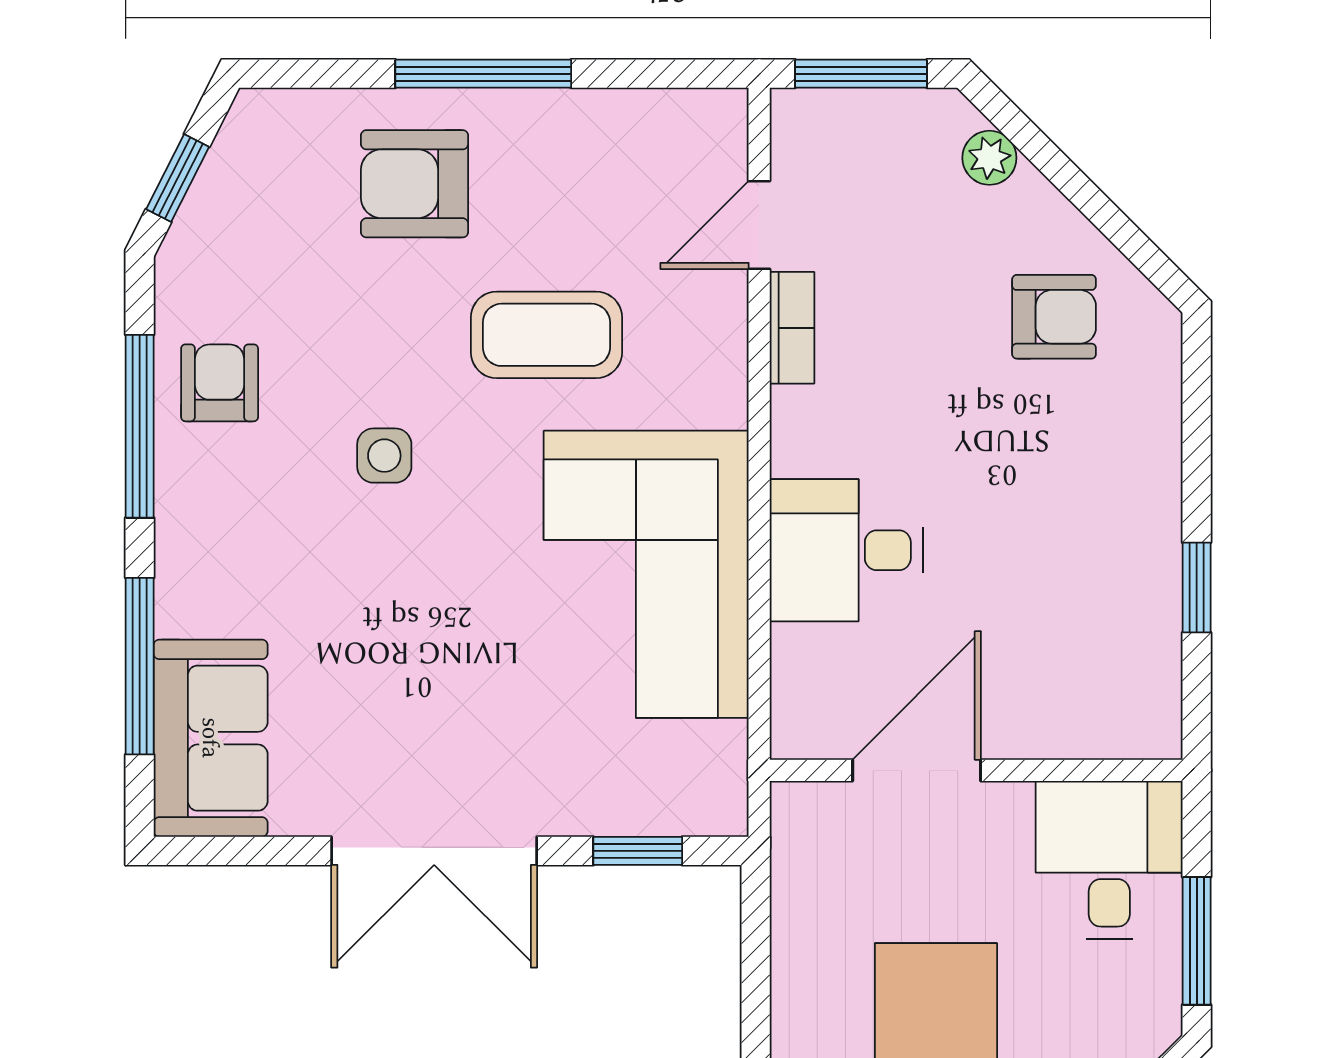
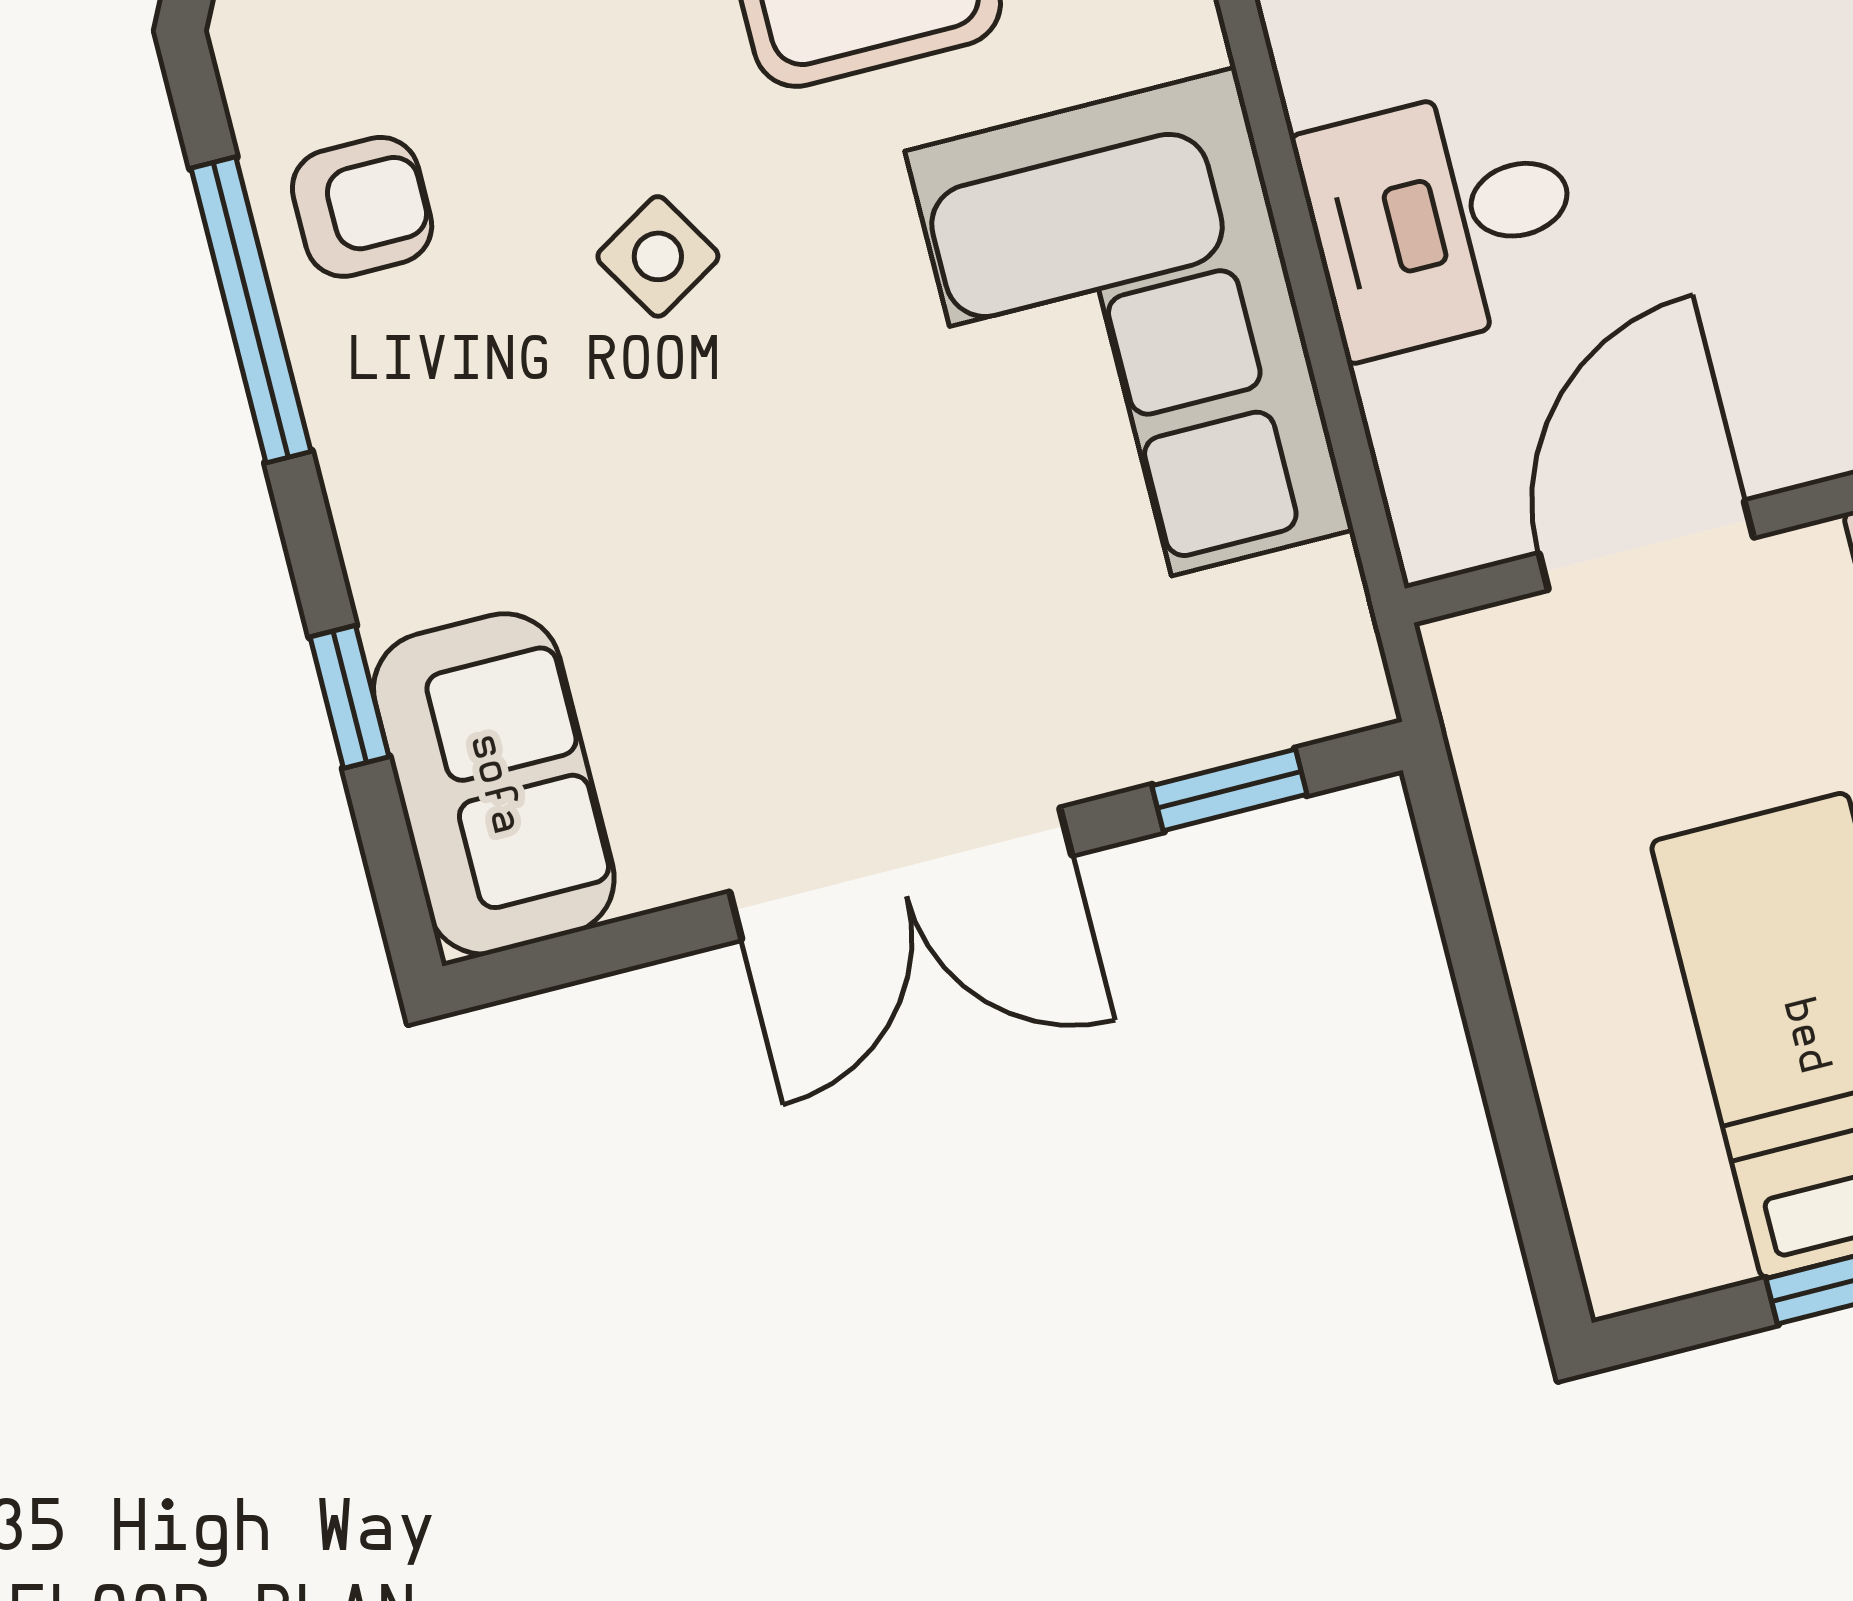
armchair: (220, 383) -> (362, 207), turned 90
side table: (384, 456) -> (658, 256), turned -31
window: (140, 666) -> (350, 697), width x0.46

